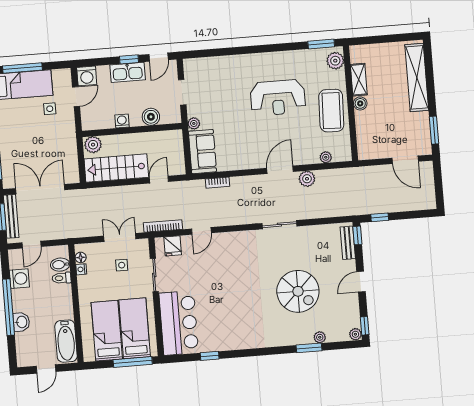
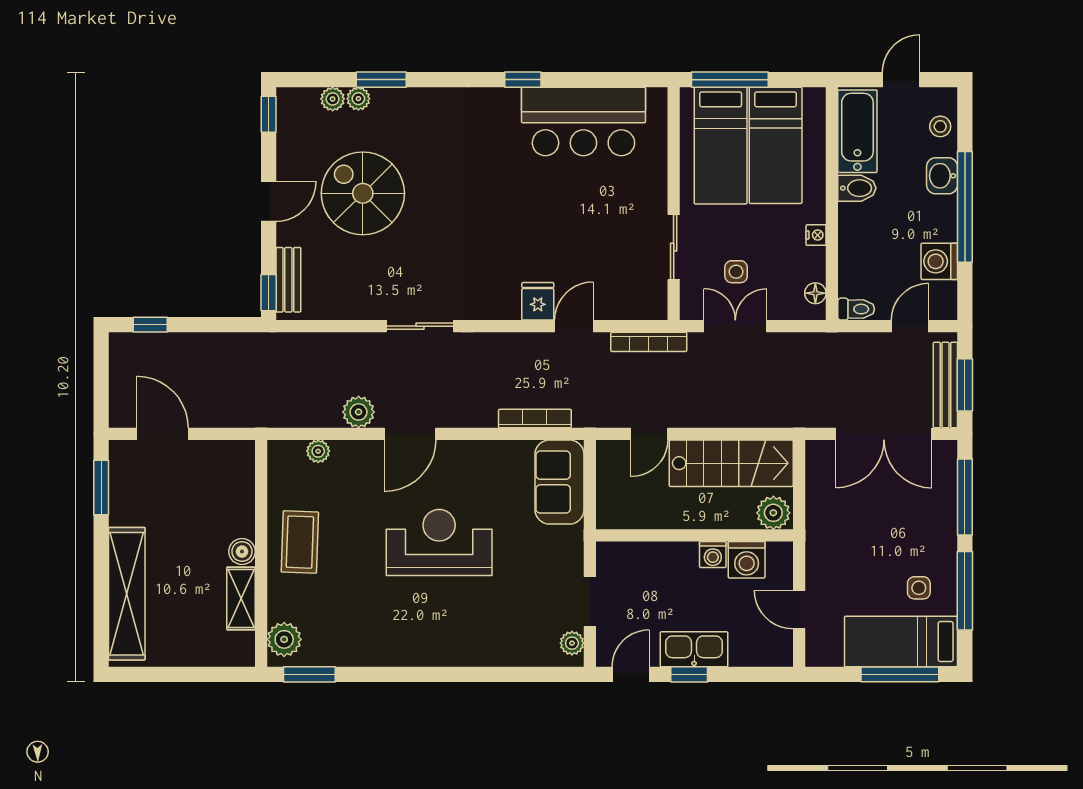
washing machine: (87, 76) -> (747, 560), moved, turned 180
door: (76, 97) -> (799, 610), hinge flipped
reception desk: (278, 98) -> (439, 542), moved
side table: (50, 109) -> (919, 588), moved
coffee table: (331, 111) -> (300, 542), width x0.73, depth x0.76
boiler: (151, 117) -> (655, 558), removed
plant: (194, 123) -> (572, 643), moved
bookcase: (217, 183) -> (535, 419), width x1.56
window: (380, 217) -> (150, 325), moved
double door: (120, 237) -> (735, 326), swing flipped
fridge: (173, 246) -> (538, 301), moved
bidet: (60, 265) -> (857, 188), moved
nightstand: (81, 269) -> (816, 235), moved
toilet: (62, 278) -> (856, 309), moved
spiral stairs: (298, 291) -> (363, 193), moved
bar counter: (179, 323) -> (583, 121), moved, turned -90
plant: (355, 334) -> (333, 99), moved
stool: (24, 347) -> (940, 126), added
window: (210, 356) -> (523, 80), moved

